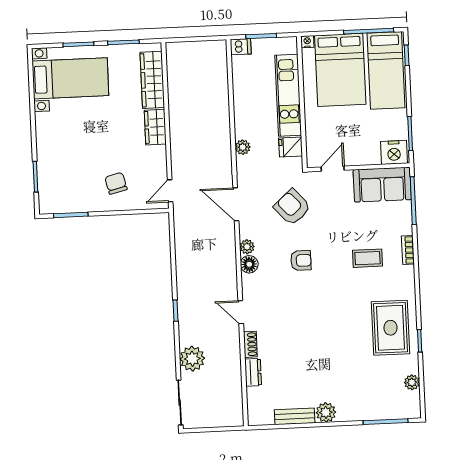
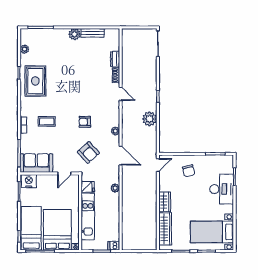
desk: (57, 154) -> (222, 189), added
floor lamp: (249, 264) -> (114, 121), removed
plant: (192, 359) -> (150, 119), moved

